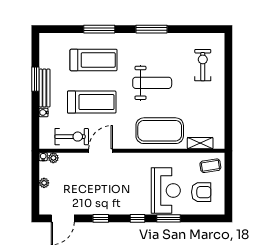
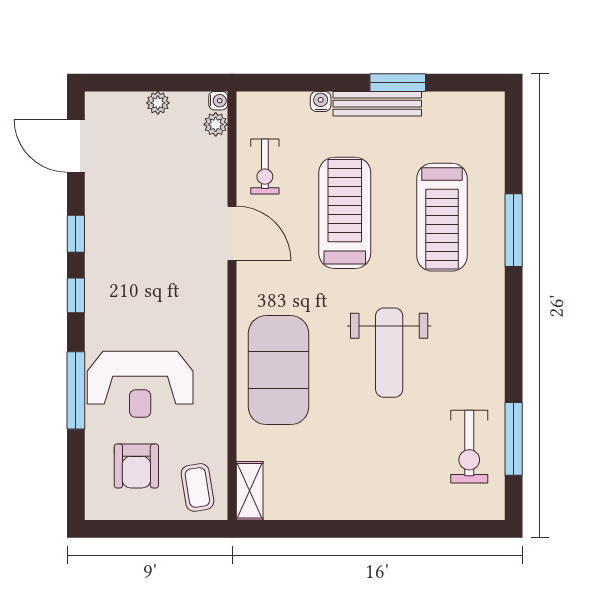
window: (152, 29) -> (514, 439), moved
exercise bike: (203, 65) -> (469, 447), moved, turned 90
treadmill: (92, 102) -> (345, 213), turned 180
exercise bike: (72, 137) -> (265, 167), width x0.73, depth x0.72
shelving: (200, 143) -> (250, 491), moved
window: (138, 218) -> (76, 295), moved
window: (168, 218) -> (76, 390), width x1.44

